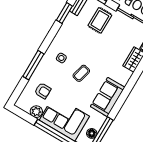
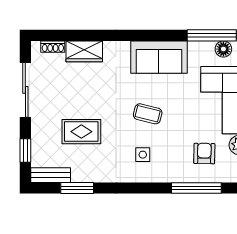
rug: (100, 20) -> (81, 132), moved
window: (33, 65) -> (196, 188), moved

